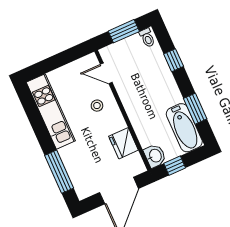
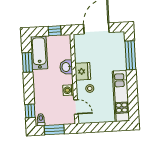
window: (174, 60) -> (30, 111), moved
washing machine: (125, 92) -> (68, 90), added
fridge: (124, 143) -> (83, 71), moved
washbasin: (155, 156) -> (66, 67), moved

